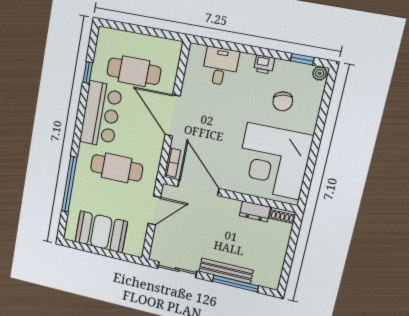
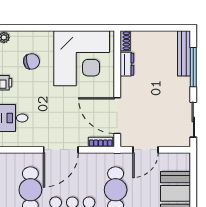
door: (198, 188) -> (117, 116), hinge flipped
door: (154, 210) -> (145, 150), swing flipped
bench: (226, 271) -> (184, 53), moved

